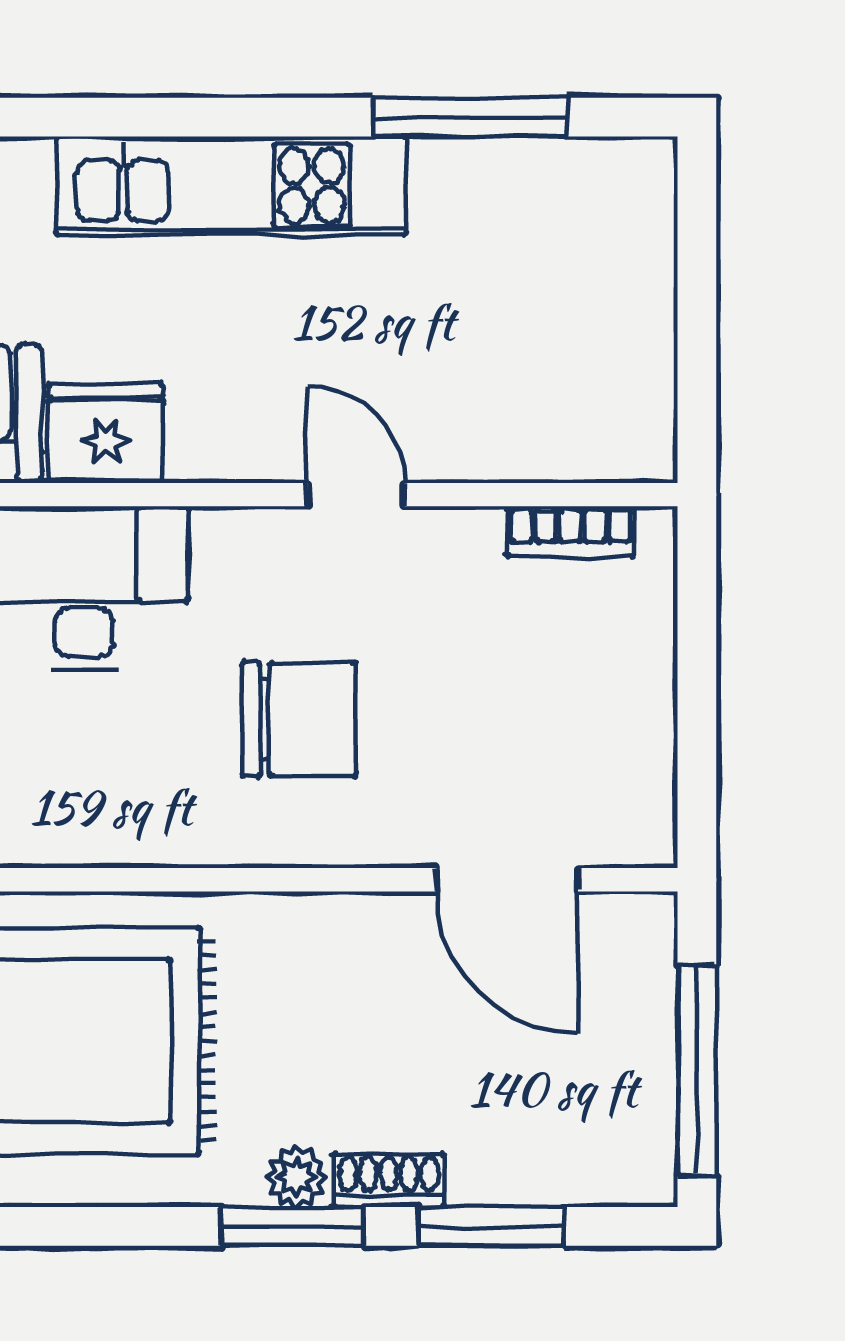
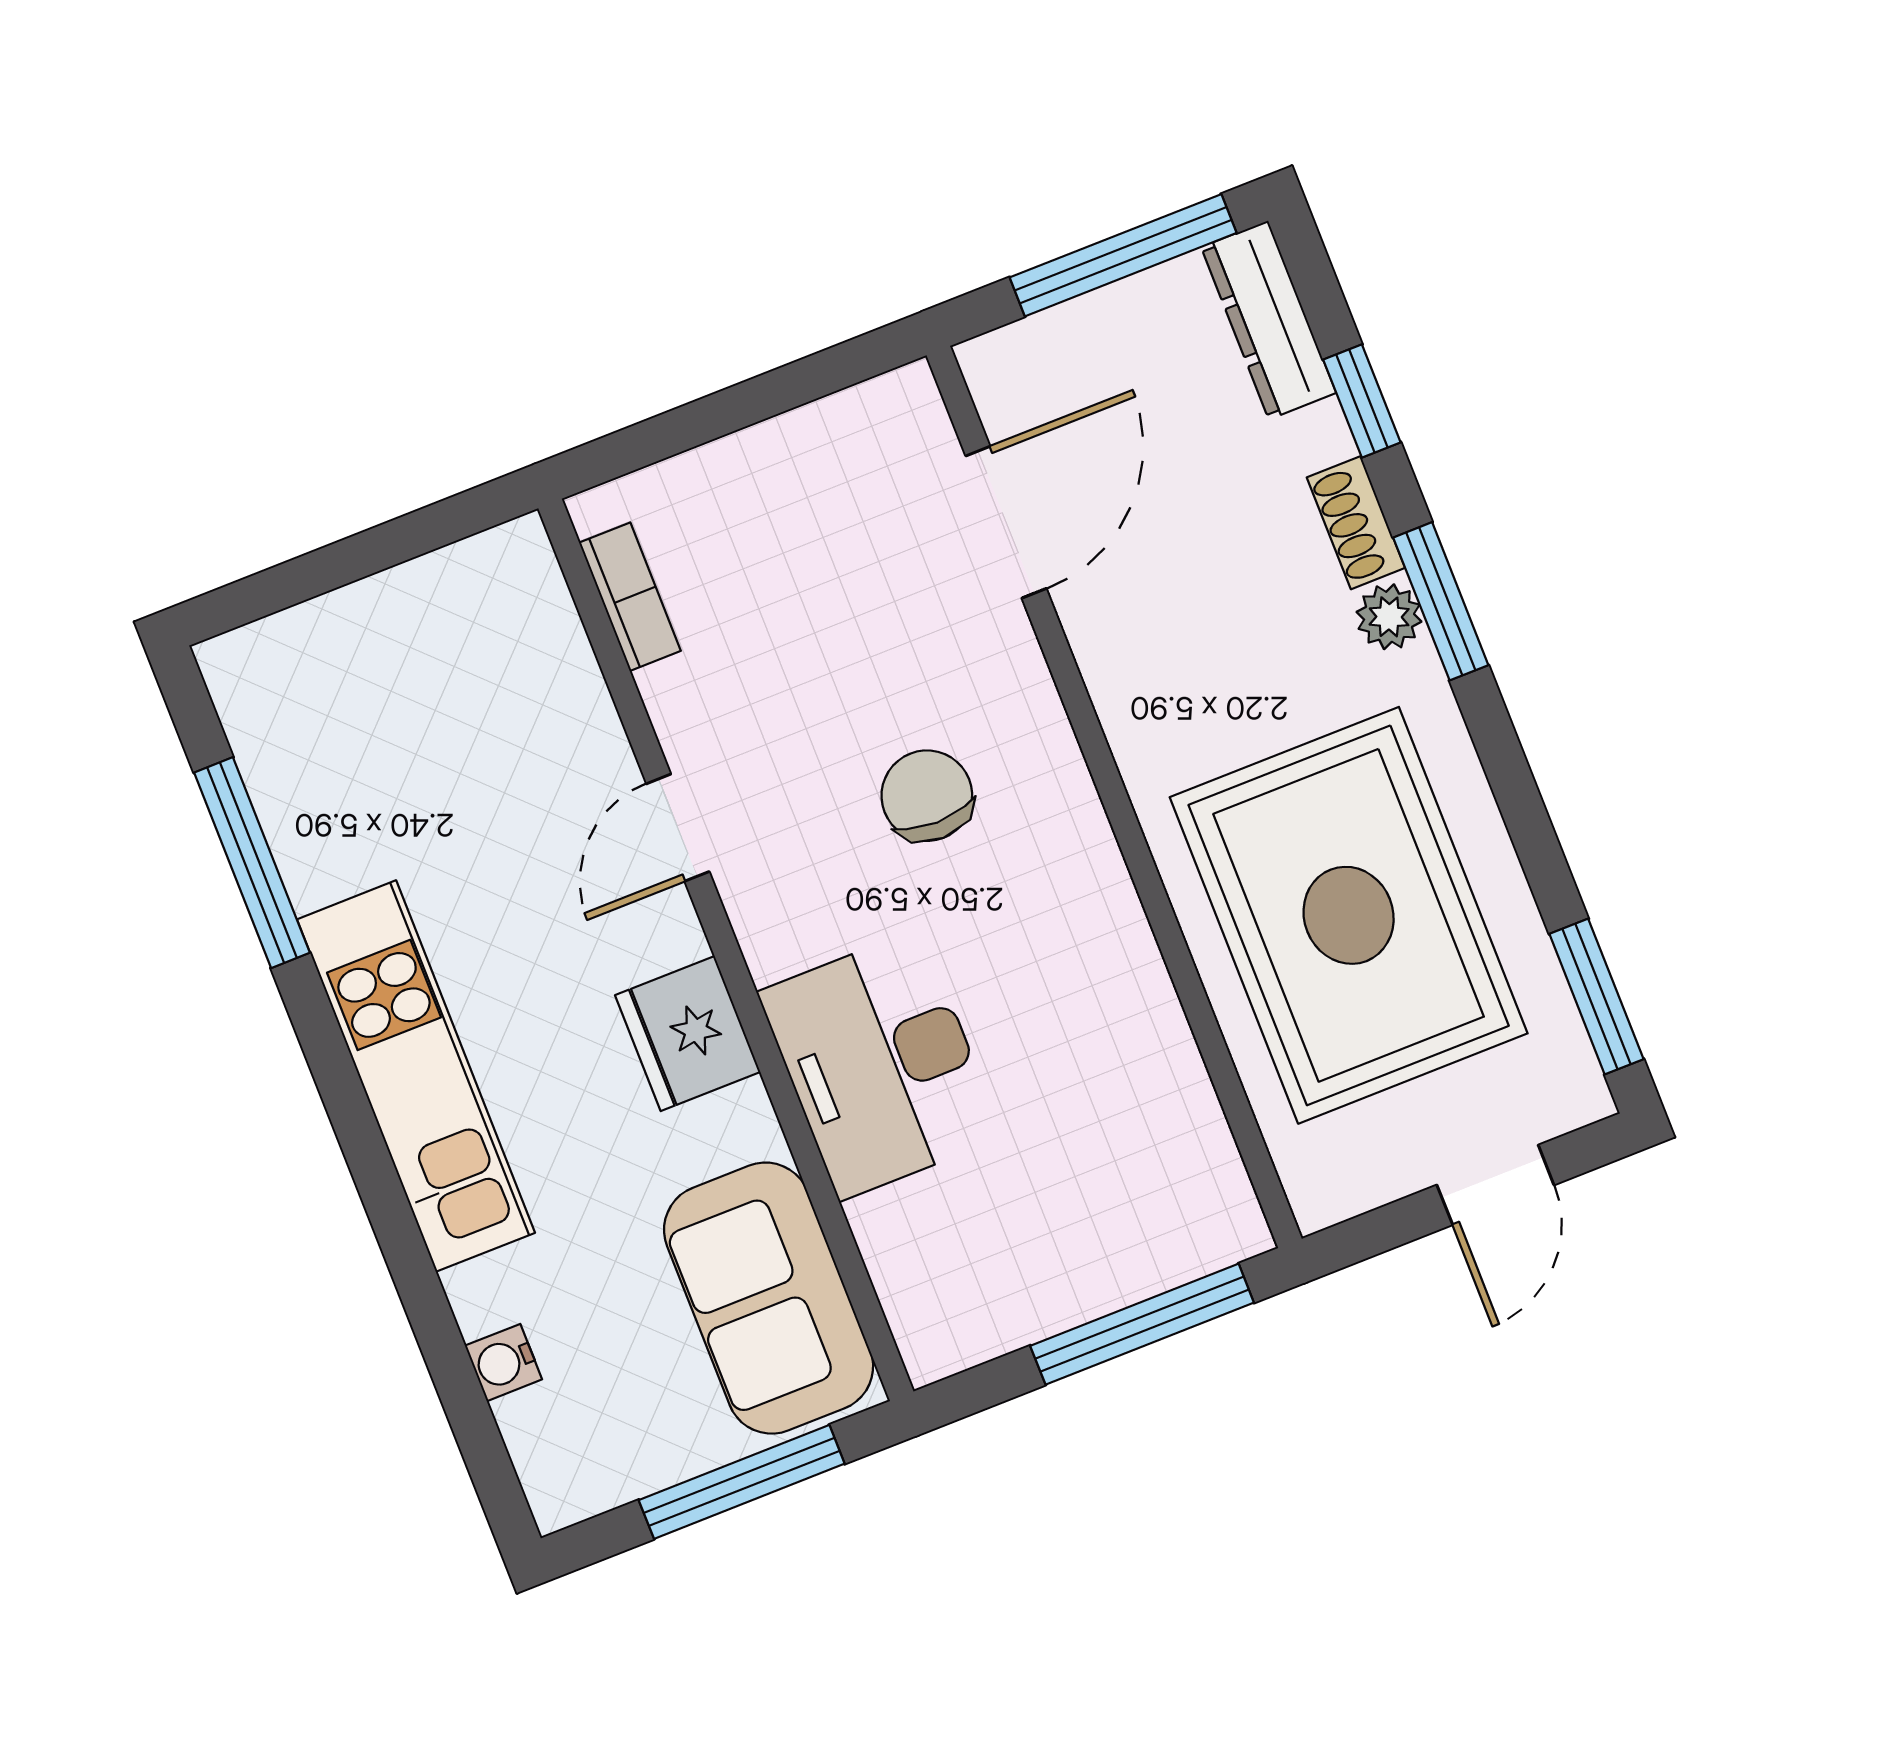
fridge: (105, 433) -> (688, 1034), moved
chair: (299, 719) -> (927, 796), width x0.73, depth x0.73
dresser: (592, 1174) -> (1269, 320), added
window: (491, 1226) -> (1362, 401), width x0.67

